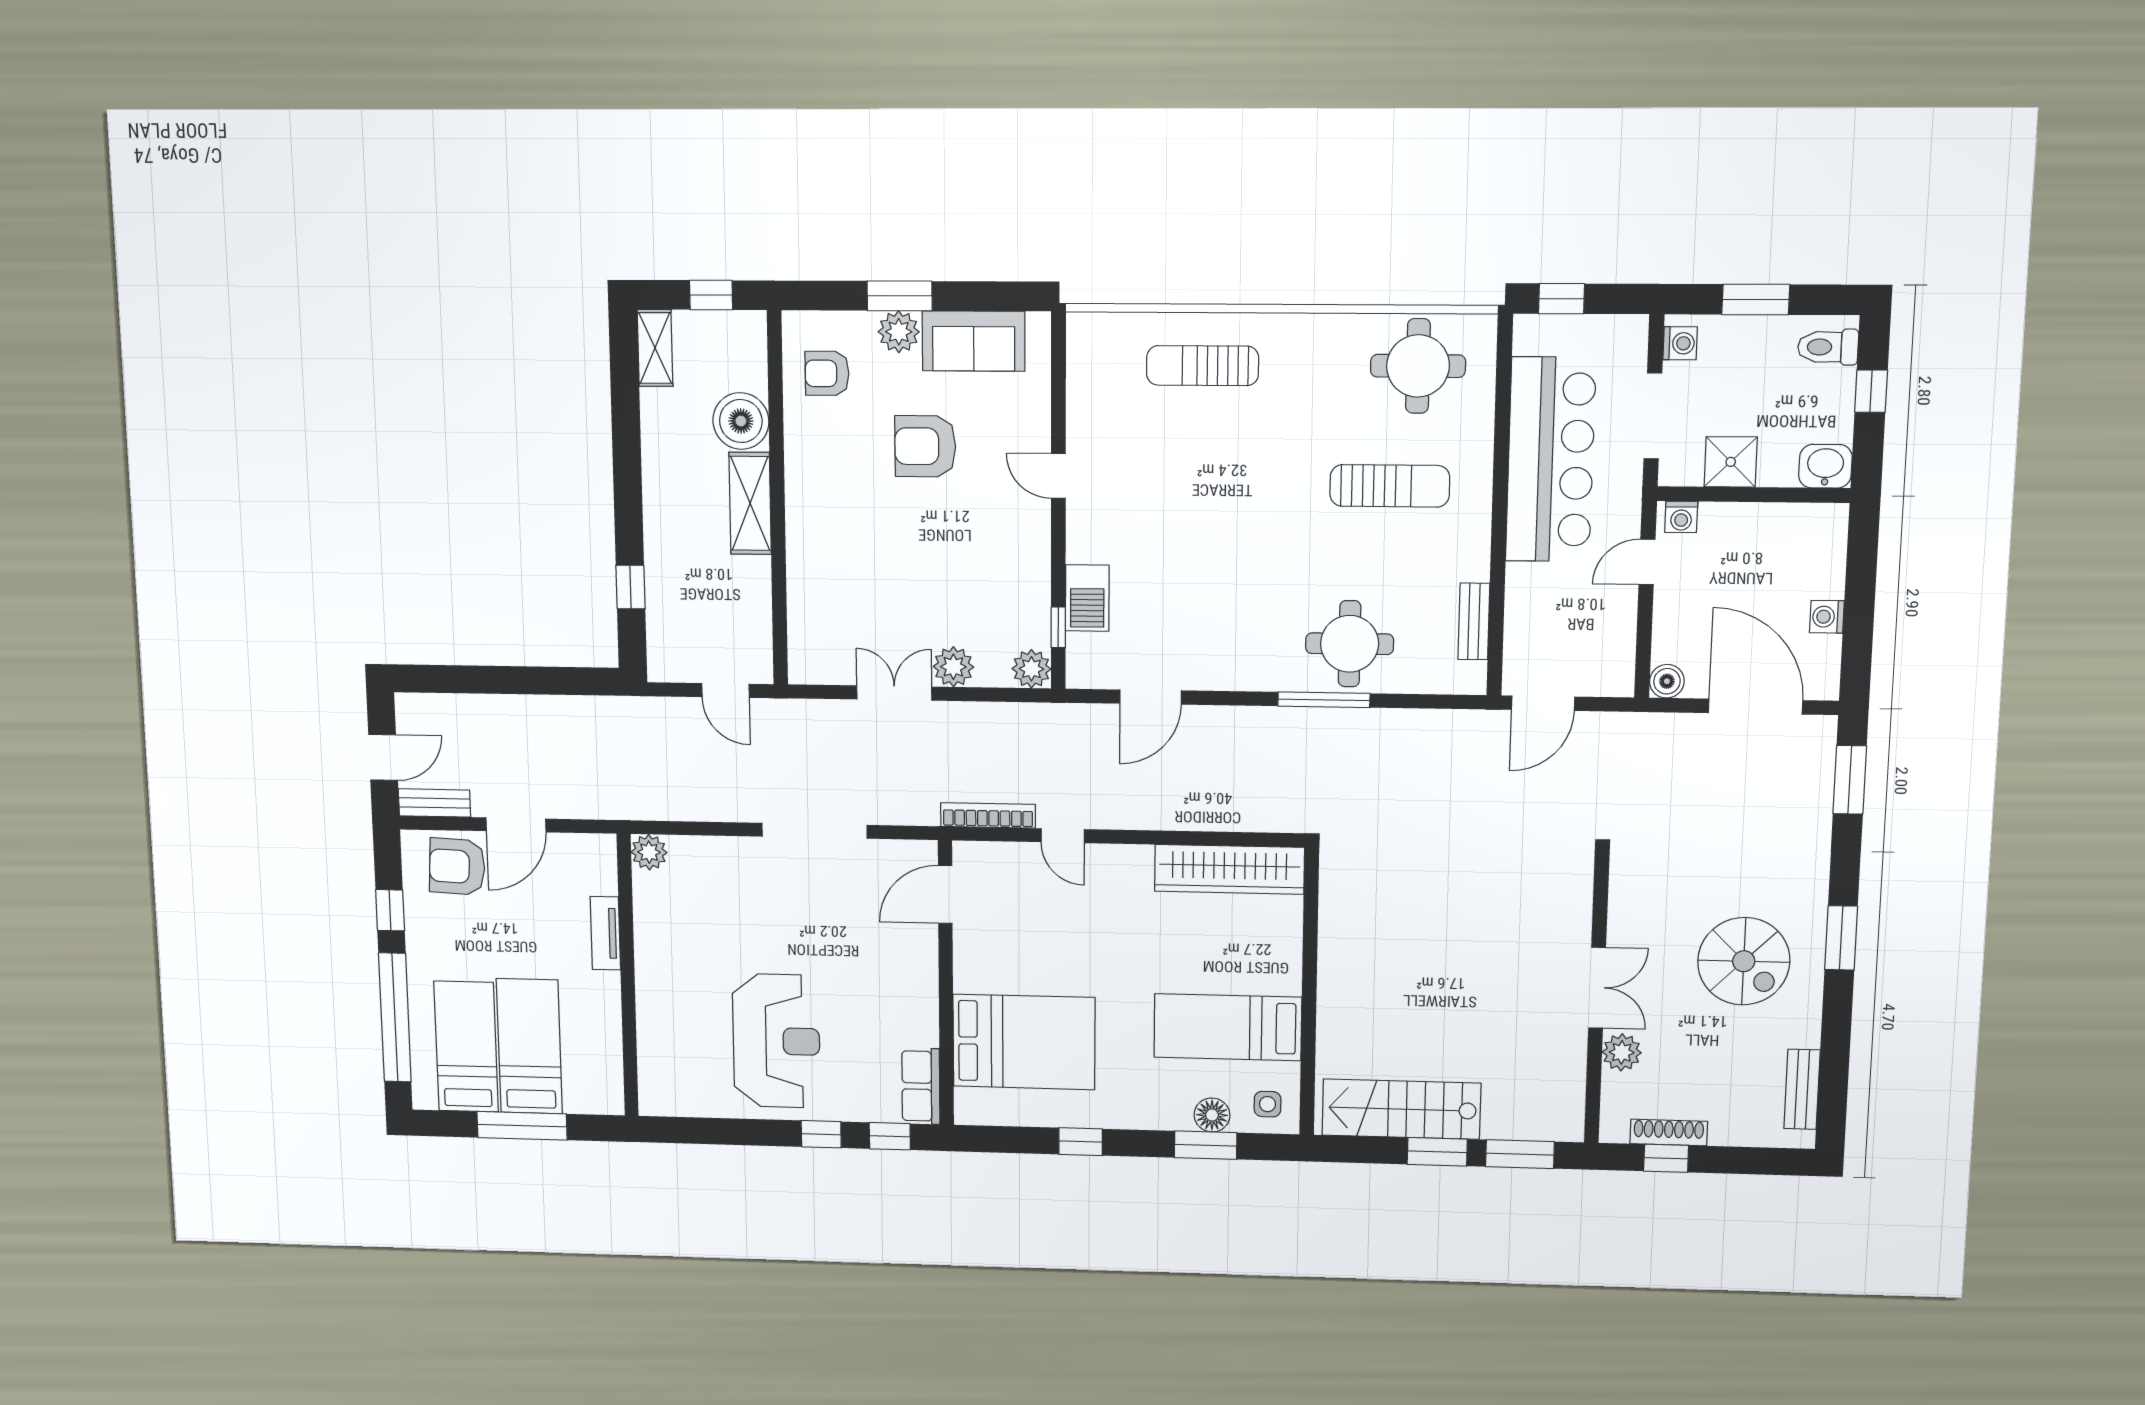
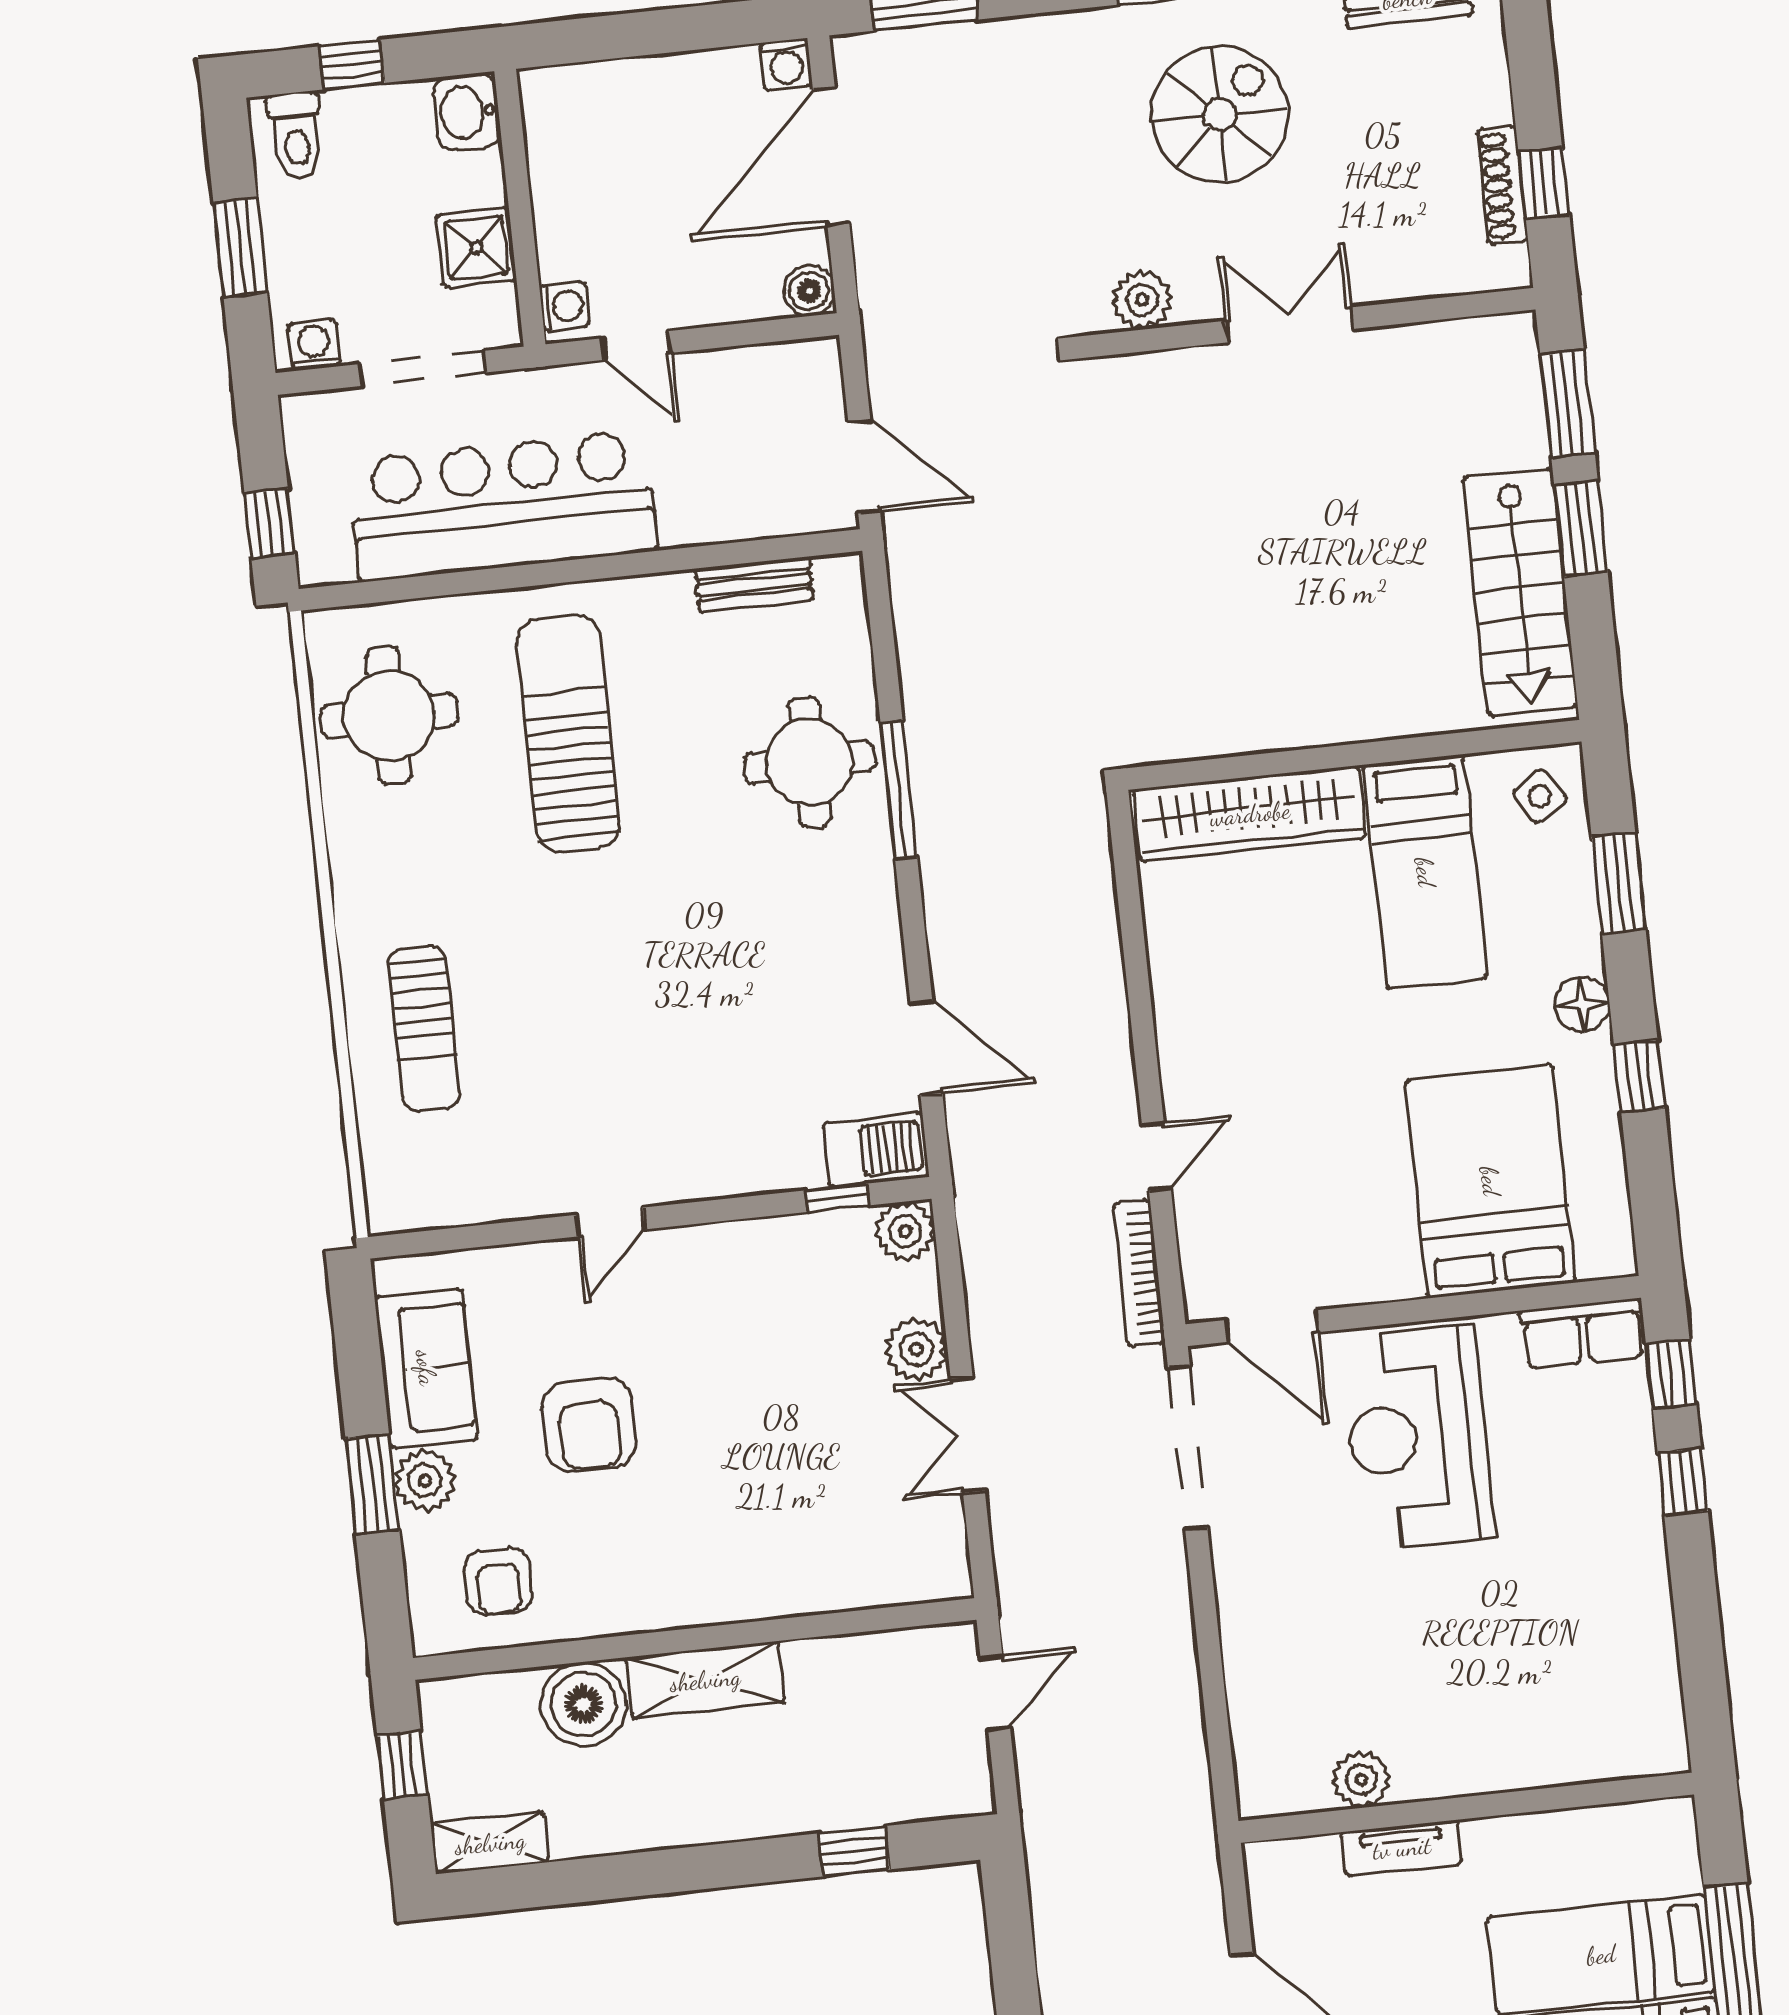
sun lounger: (1390, 486) -> (568, 734), width x1.36, depth x1.34
barbecue: (1087, 598) -> (876, 1150), moved
washing machine: (1827, 617) -> (786, 64), moved
doorway: (814, 831) -> (1188, 1448), moved
plant: (649, 852) -> (1361, 1780), moved
wardrobe: (1229, 869) -> (1250, 814), moved, turned 90
reception desk: (776, 1041) -> (1418, 1437), moved, turned -90
plant: (1622, 1052) -> (1142, 300), moved
side table: (1268, 1104) -> (1540, 796), turned -33
floor lamp: (1212, 1115) -> (1582, 1004), moved

